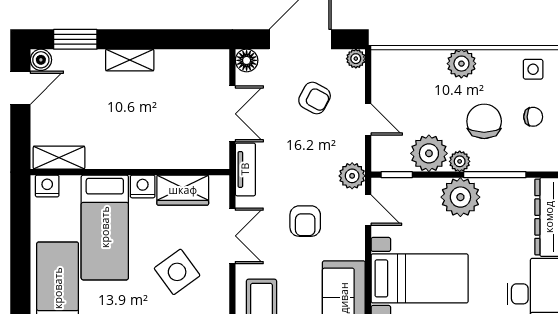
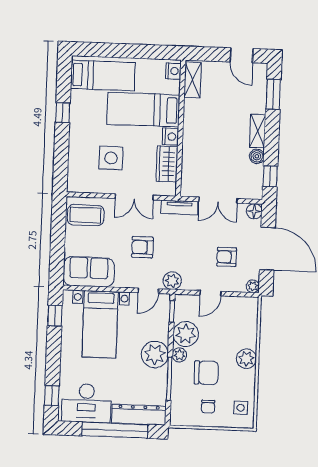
window: (195, 39) -> (270, 176), added
boiler: (41, 60) -> (257, 156), moved
armchair: (315, 98) -> (227, 257), turned 62
side table: (177, 272) -> (111, 158), turned 36

